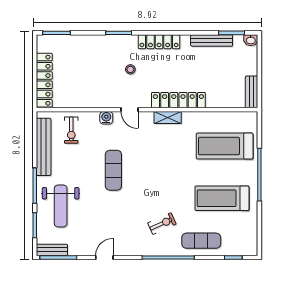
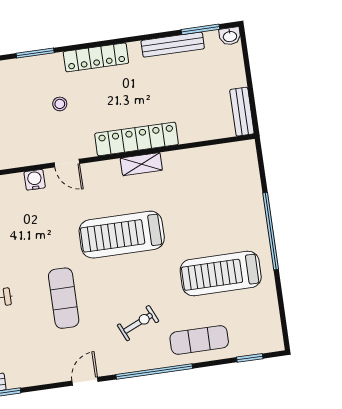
shelving: (168, 117) -> (141, 164), moved
treadmill: (225, 146) -> (122, 235), moved
exercise mat: (113, 170) -> (64, 298), moved
door: (104, 257) -> (85, 381), moved

